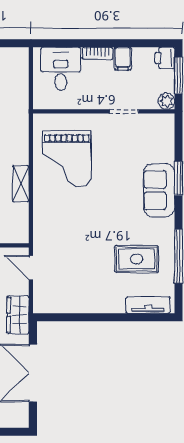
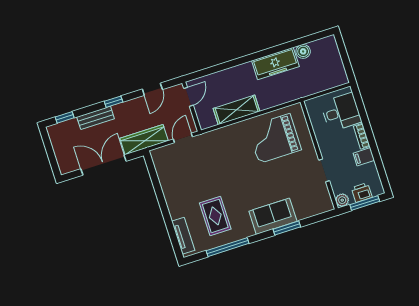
printer: (165, 58) -> (362, 192), moved
shelving: (21, 184) -> (237, 110), width x1.50, depth x1.33
wardrobe: (18, 315) -> (144, 140), width x1.50

